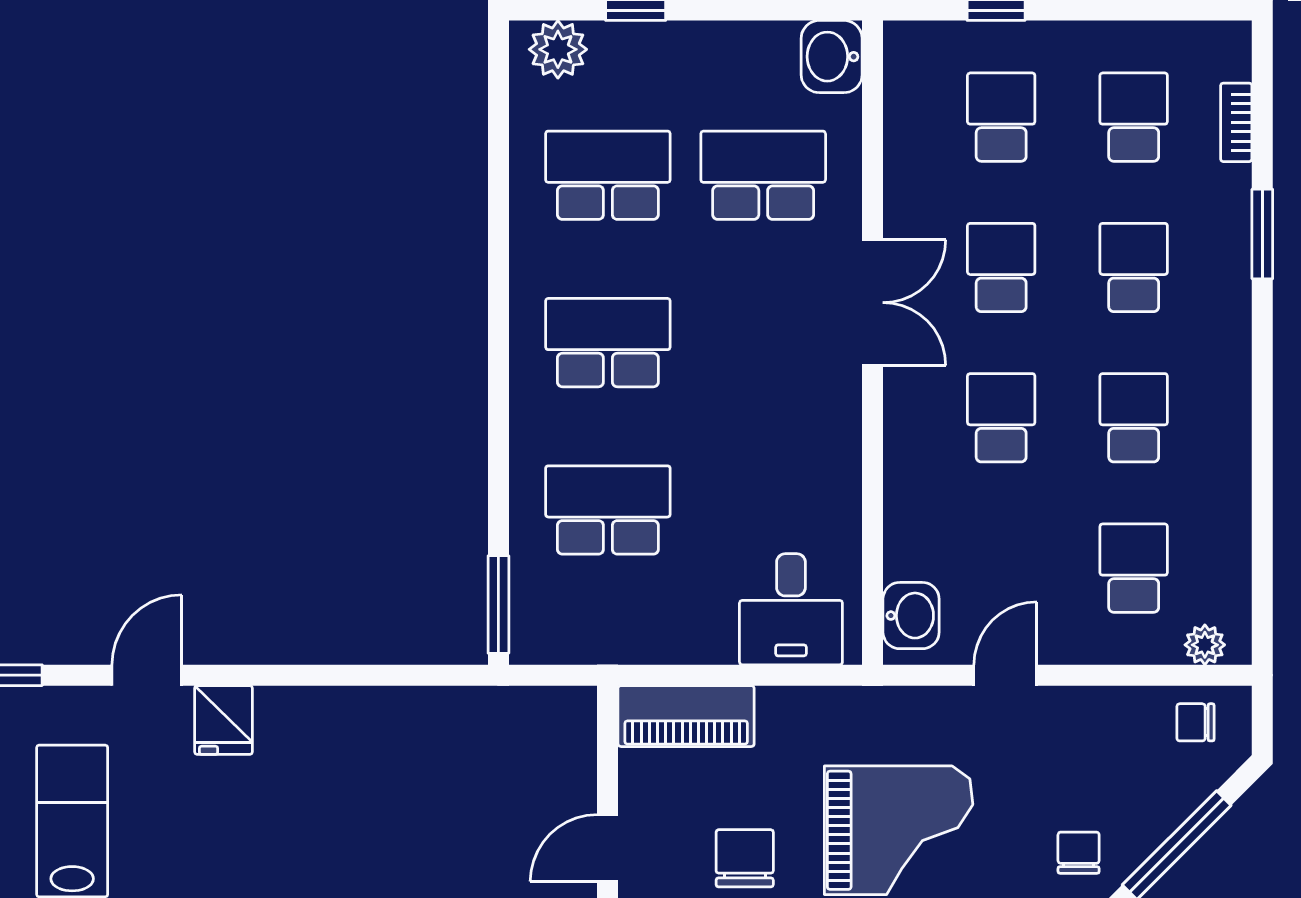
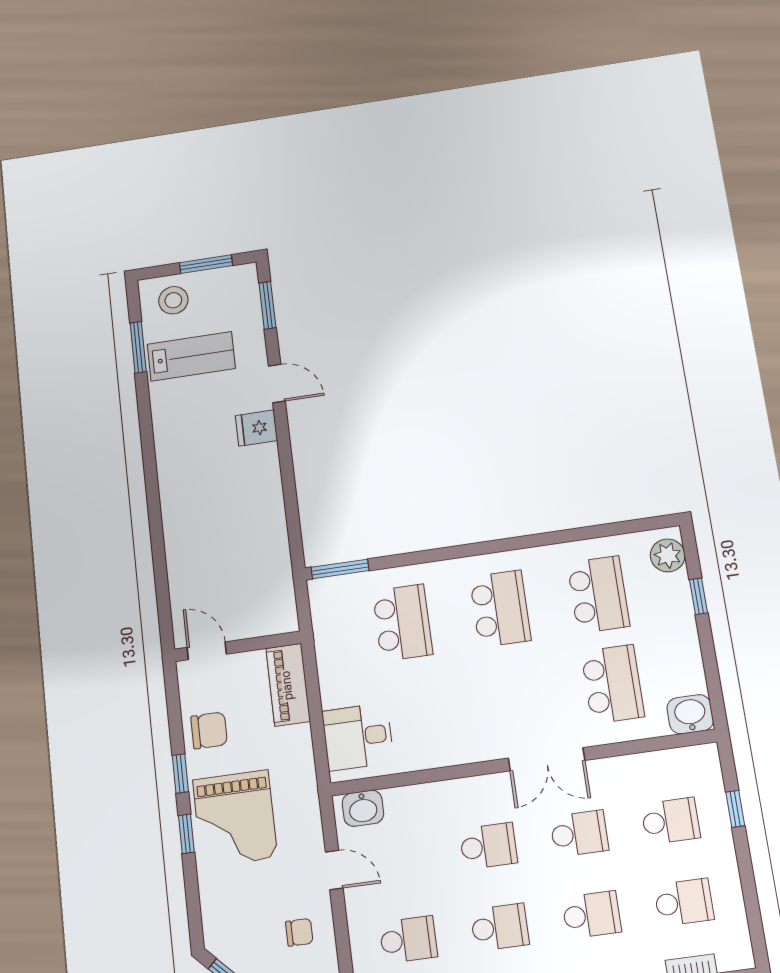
chair: (1079, 853) -> (299, 932), moved

